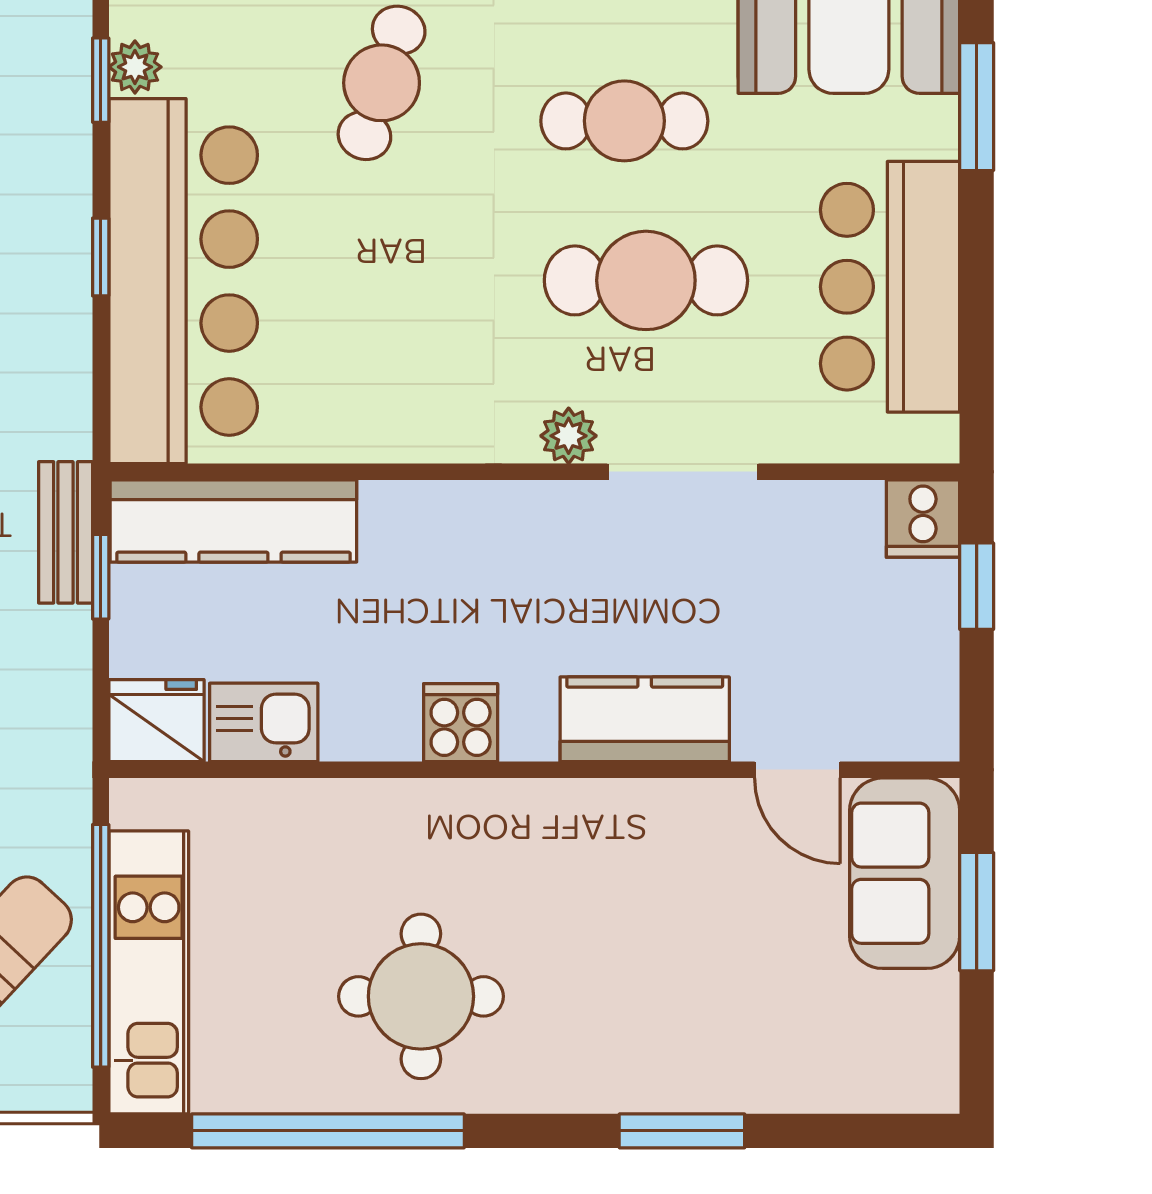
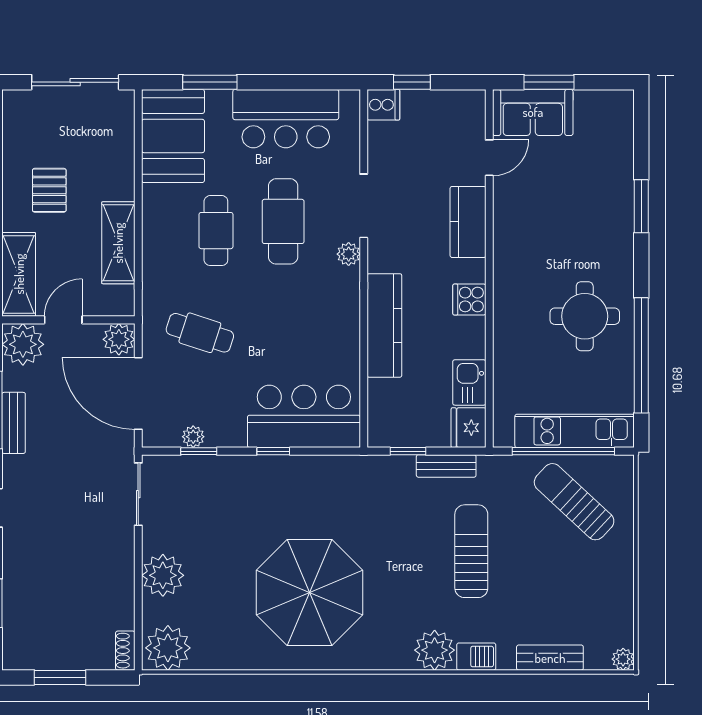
bar counter: (183, 281) -> (304, 416), width x0.73
kitchen counter: (233, 521) -> (384, 325), moved
bench: (66, 532) -> (446, 466), moved

